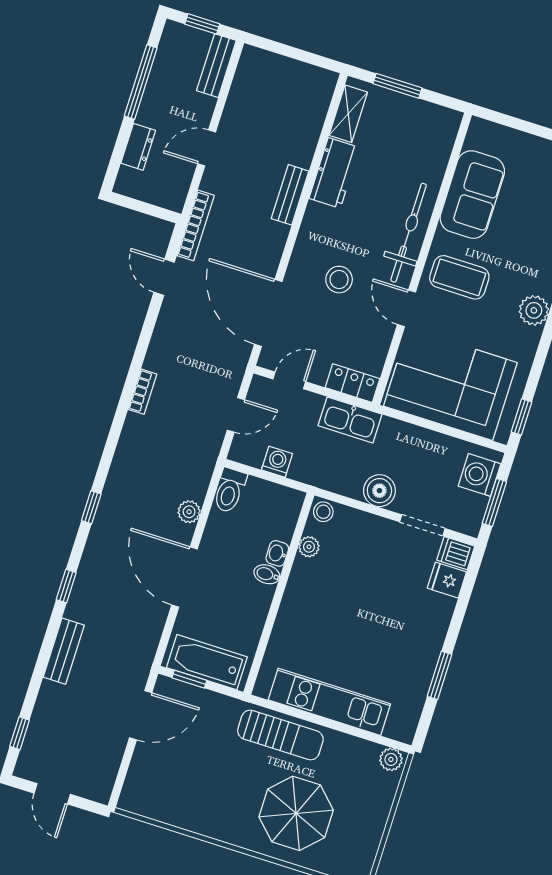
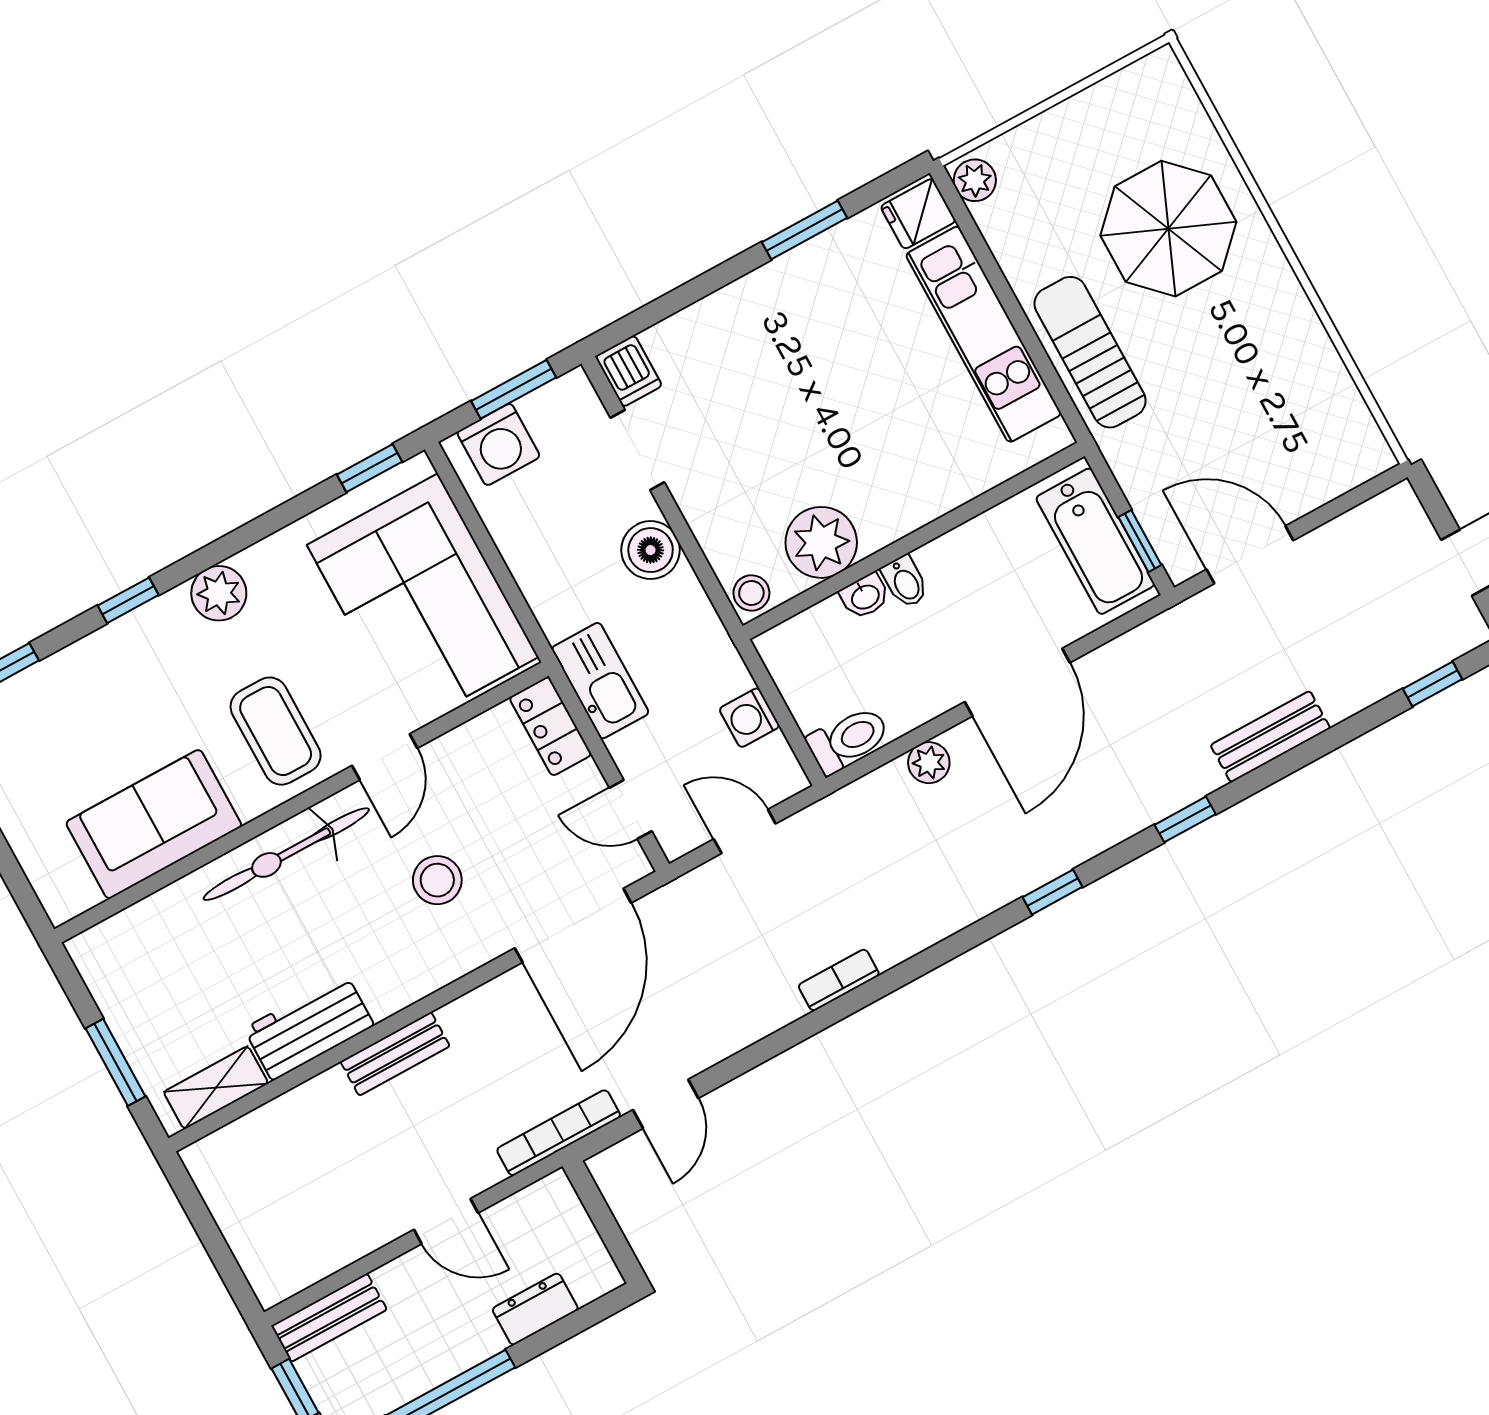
plant: (309, 547) -> (821, 542), width x1.87, depth x1.87
fridge: (447, 580) -> (918, 214), moved, turned 90

